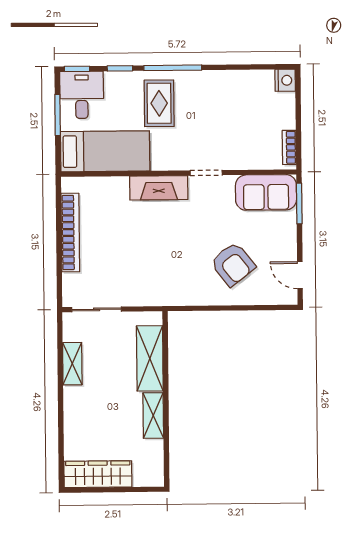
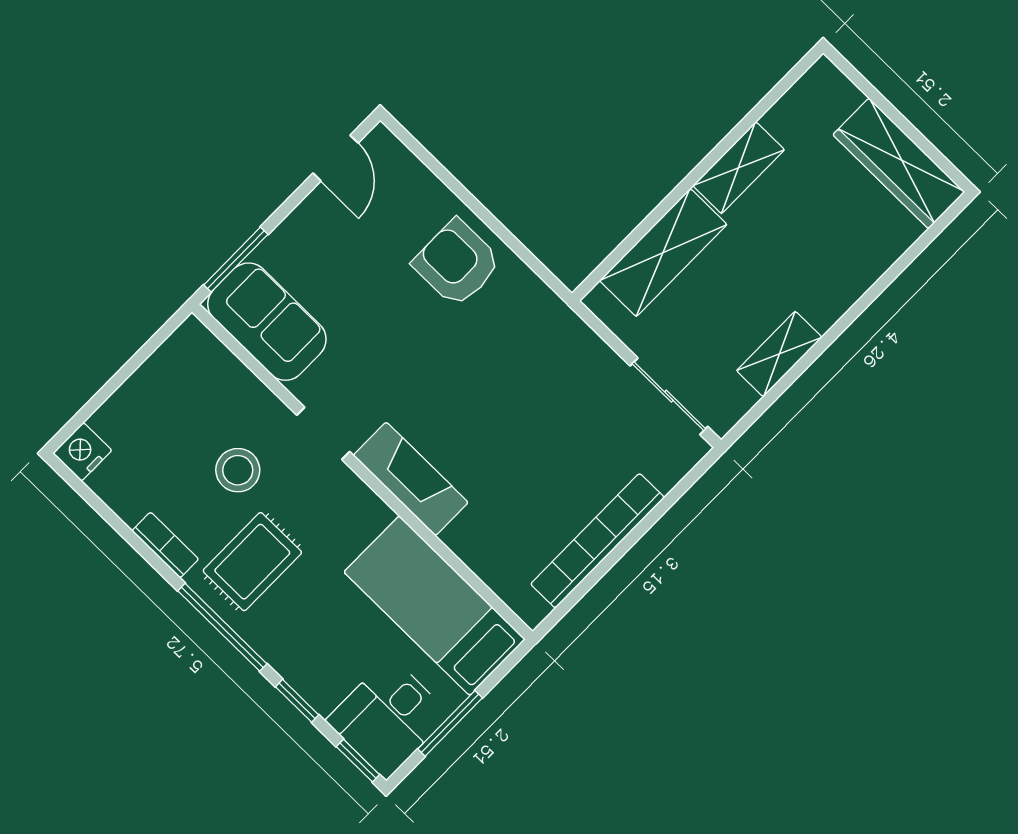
rug: (159, 103) -> (252, 562), moved
stool: (223, 129) -> (238, 470), added
bookcase: (289, 147) -> (165, 545), moved, turned -90
armchair: (233, 264) -> (457, 263), moved, turned -52

